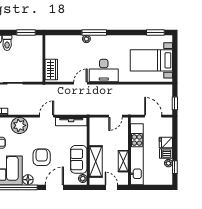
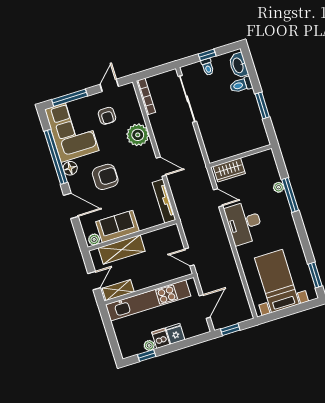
wall: (44, 59) -> (241, 156), moved
wardrobe: (51, 69) -> (229, 170), moved
shelving: (123, 161) -> (118, 290), moved

